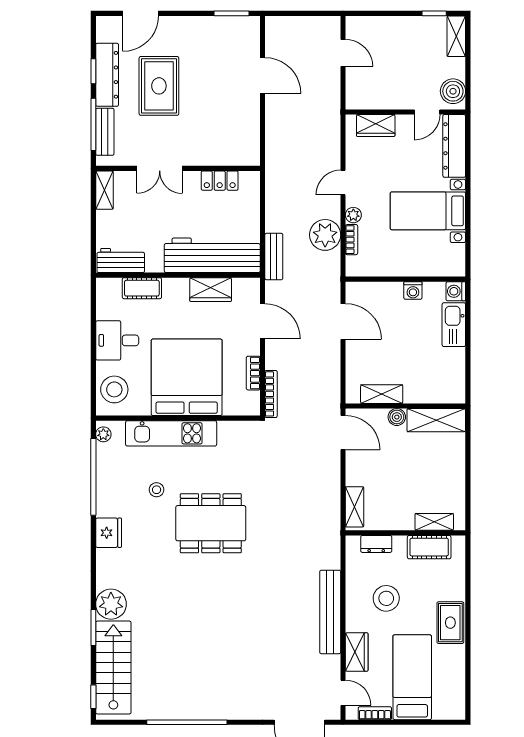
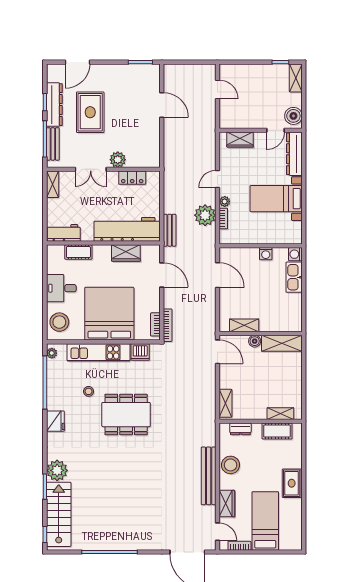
plant: (199, 154) -> (118, 160), added
bookcase: (253, 373) -> (155, 324), moved
dishwasher: (231, 433) -> (140, 352), added
stool: (386, 598) -> (231, 465), moved

